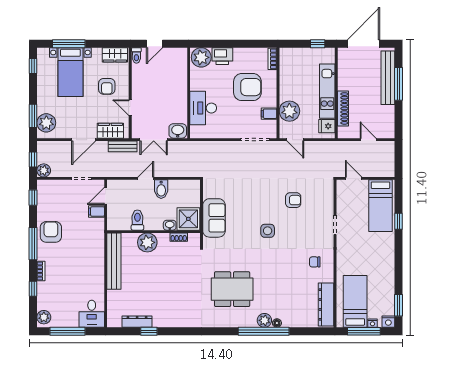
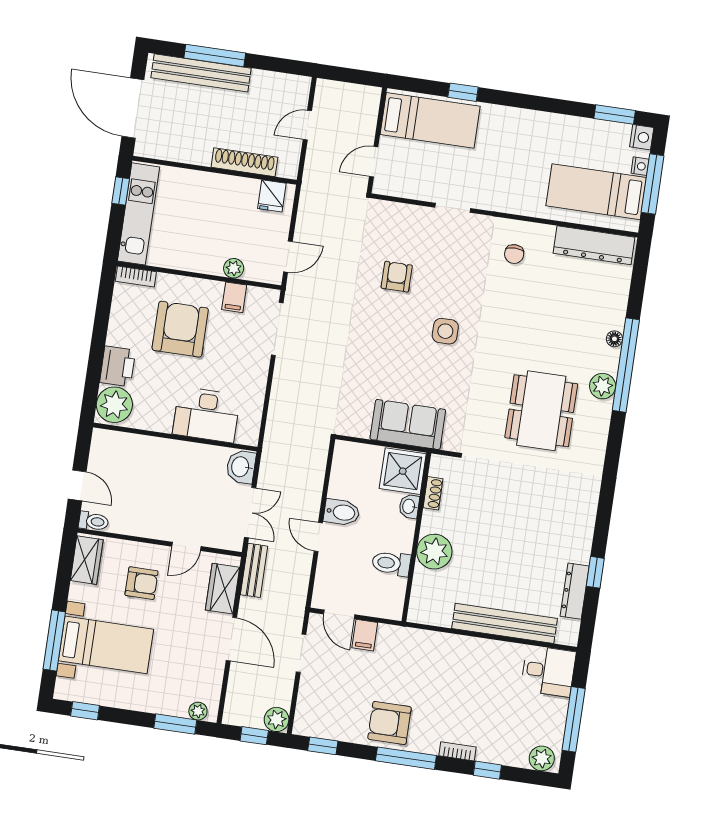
kitchen unit: (327, 91) -> (139, 214), moved, turned -90
plant: (289, 111) -> (234, 268), width x0.53, depth x0.53
plant: (46, 123) -> (198, 711), width x0.53, depth x0.53
bench: (114, 261) -> (505, 623), moved
plant: (264, 320) -> (603, 386), moved

